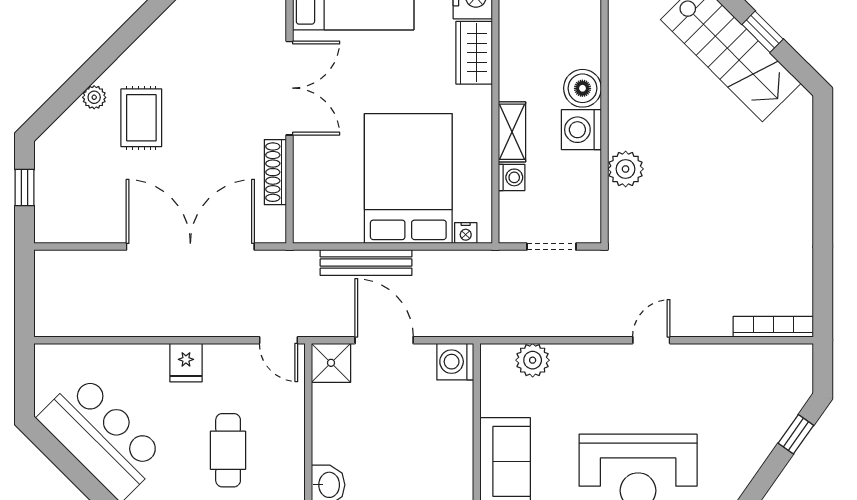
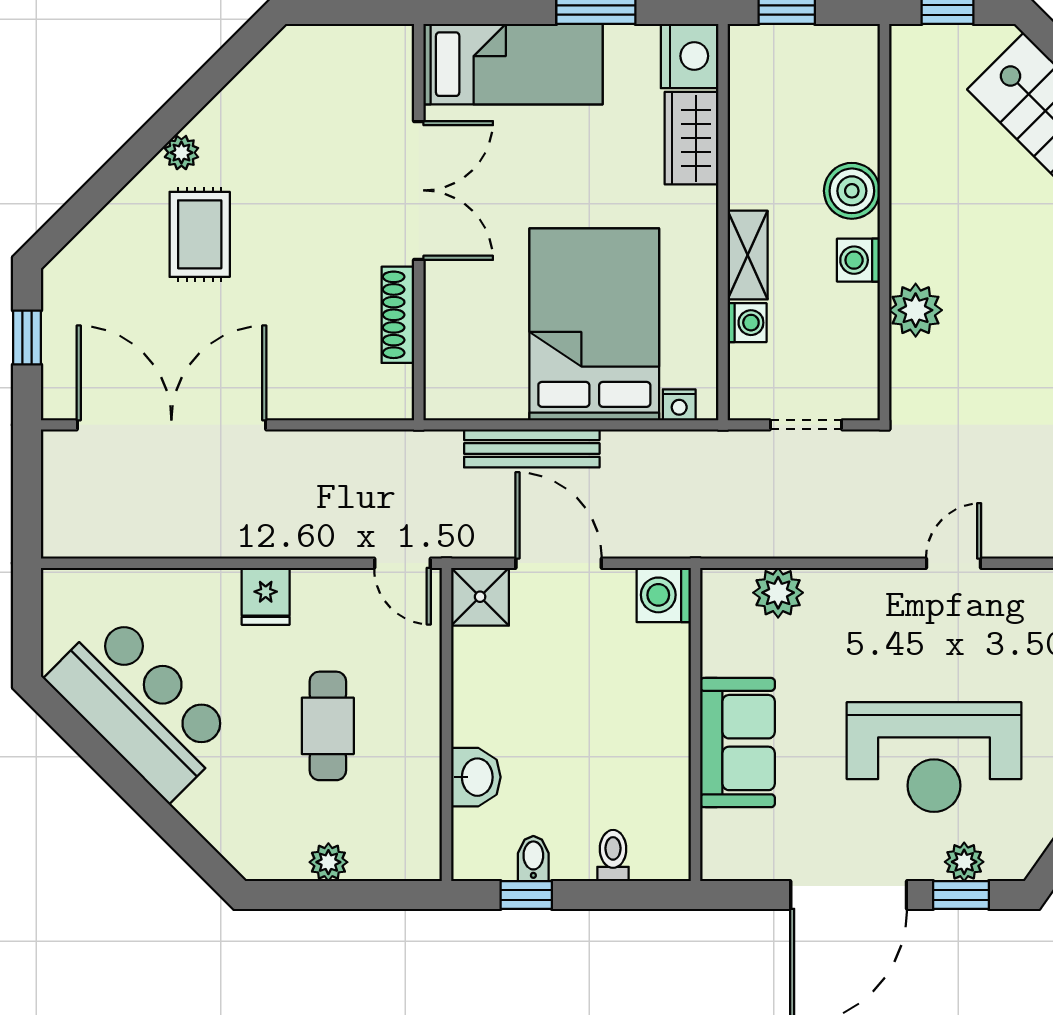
plant: (94, 97) -> (181, 153), moved
washing machine: (581, 130) -> (858, 260), width x0.73, depth x0.73
double door: (190, 247) -> (171, 425), moved

